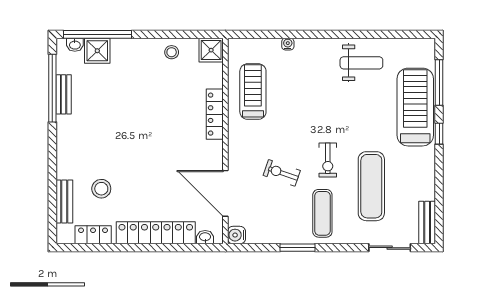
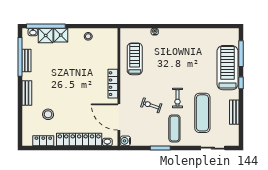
shower: (211, 50) -> (61, 35), moved
weight bench: (361, 63) -> (197, 42), removed
locker: (215, 114) -> (113, 84), moved
bench: (64, 201) -> (27, 93), moved
bench: (427, 223) -> (234, 112), moved

